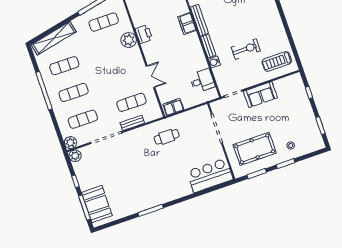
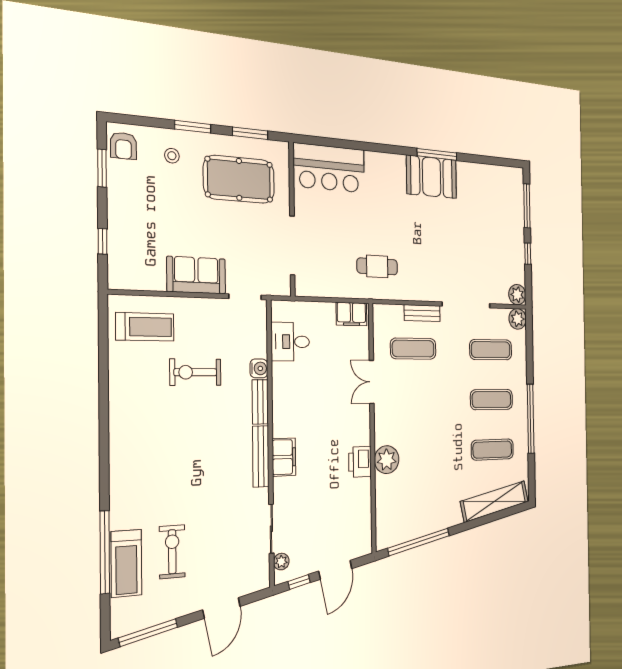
exercise mat: (104, 22) -> (415, 505), removed
armchair: (314, 140) -> (124, 146), added
booth: (97, 204) -> (432, 177), moved, turned 90

